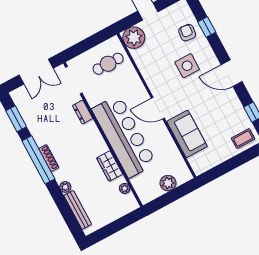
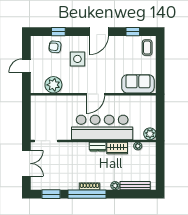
plant: (134, 38) -> (53, 85), moved
cafe table: (108, 64) -> (47, 112), removed
dresser: (83, 112) -> (98, 147), moved
sofa: (187, 134) -> (138, 84), moved
plant: (168, 183) -> (150, 134), moved

